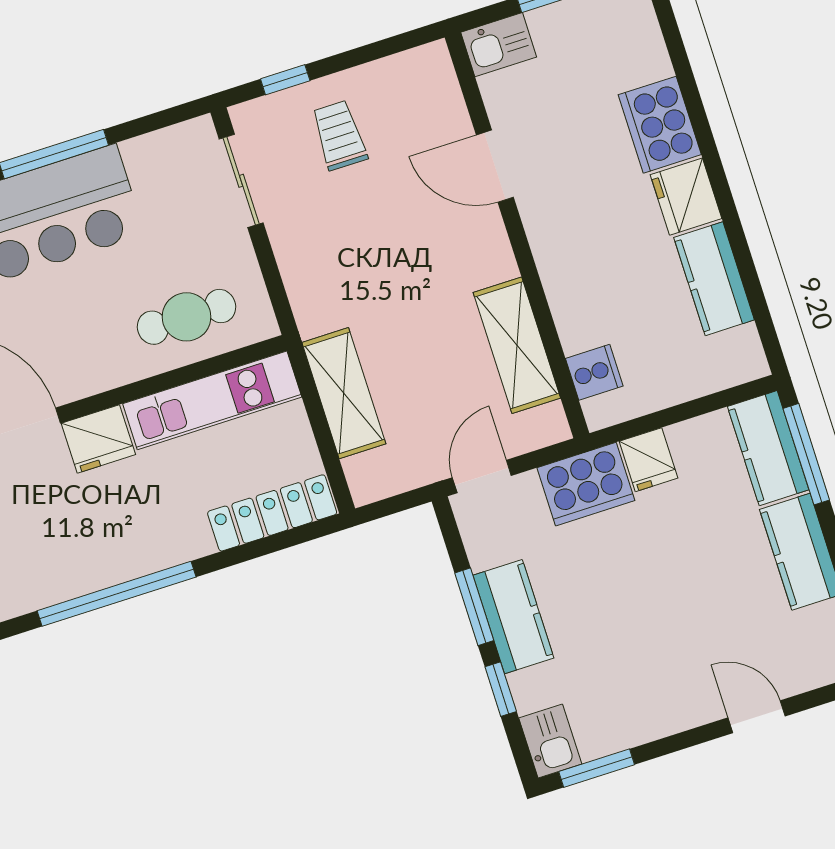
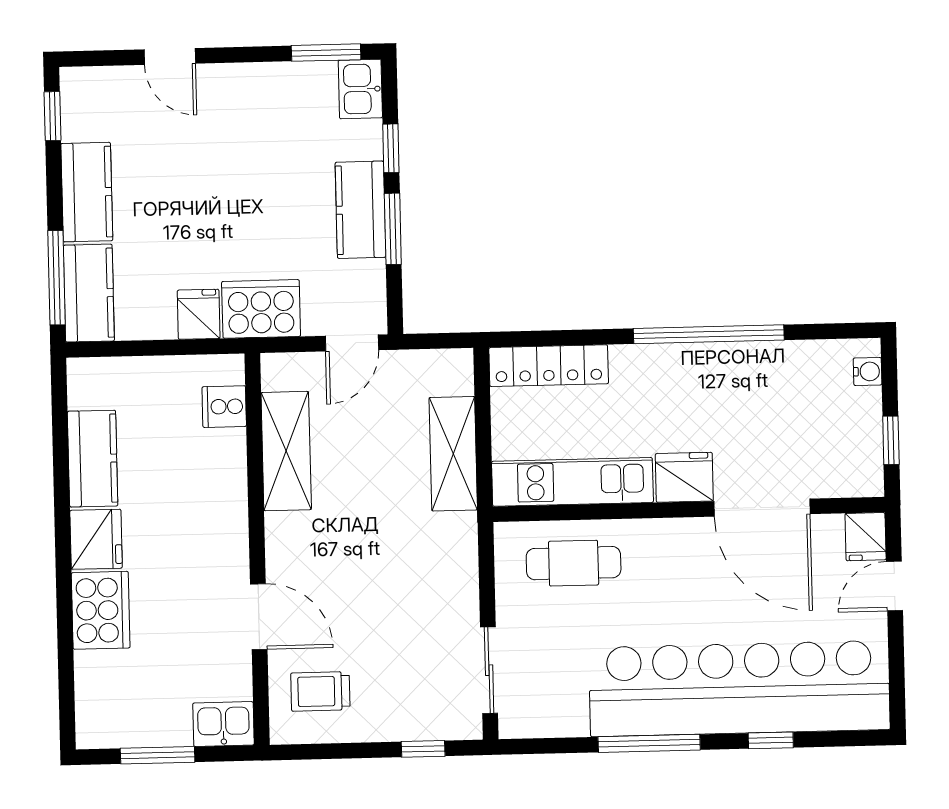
trolley: (339, 135) -> (320, 691), moved, turned 90

